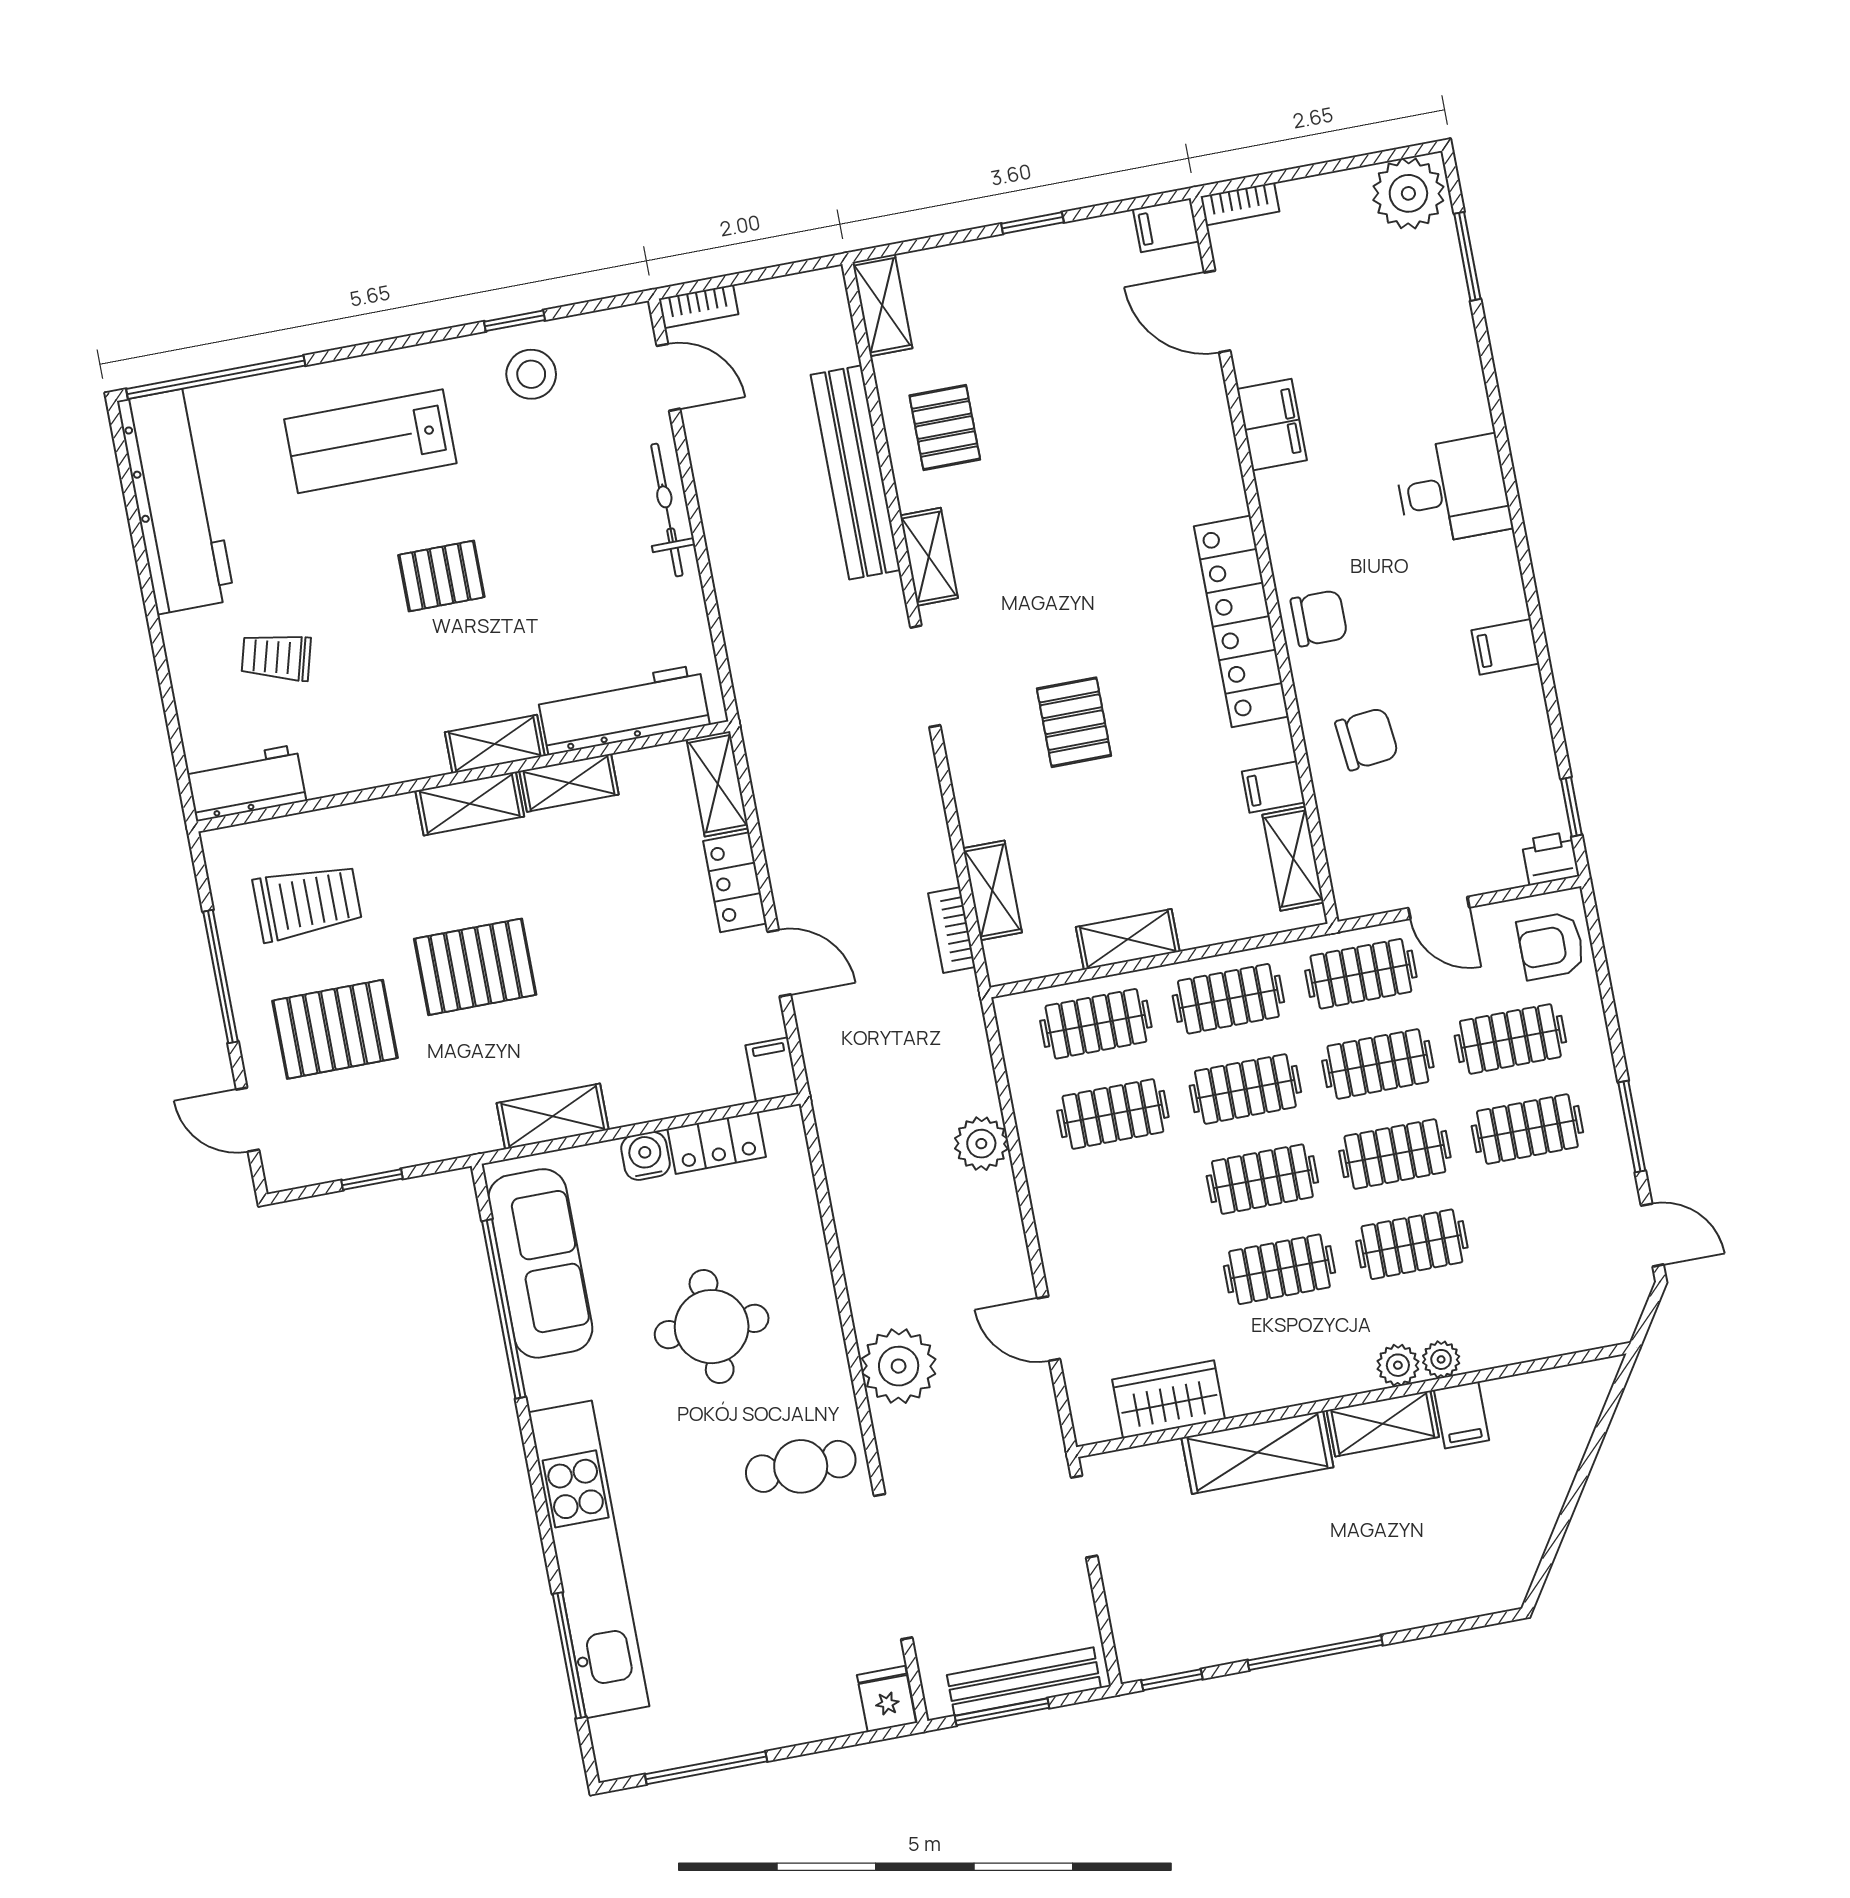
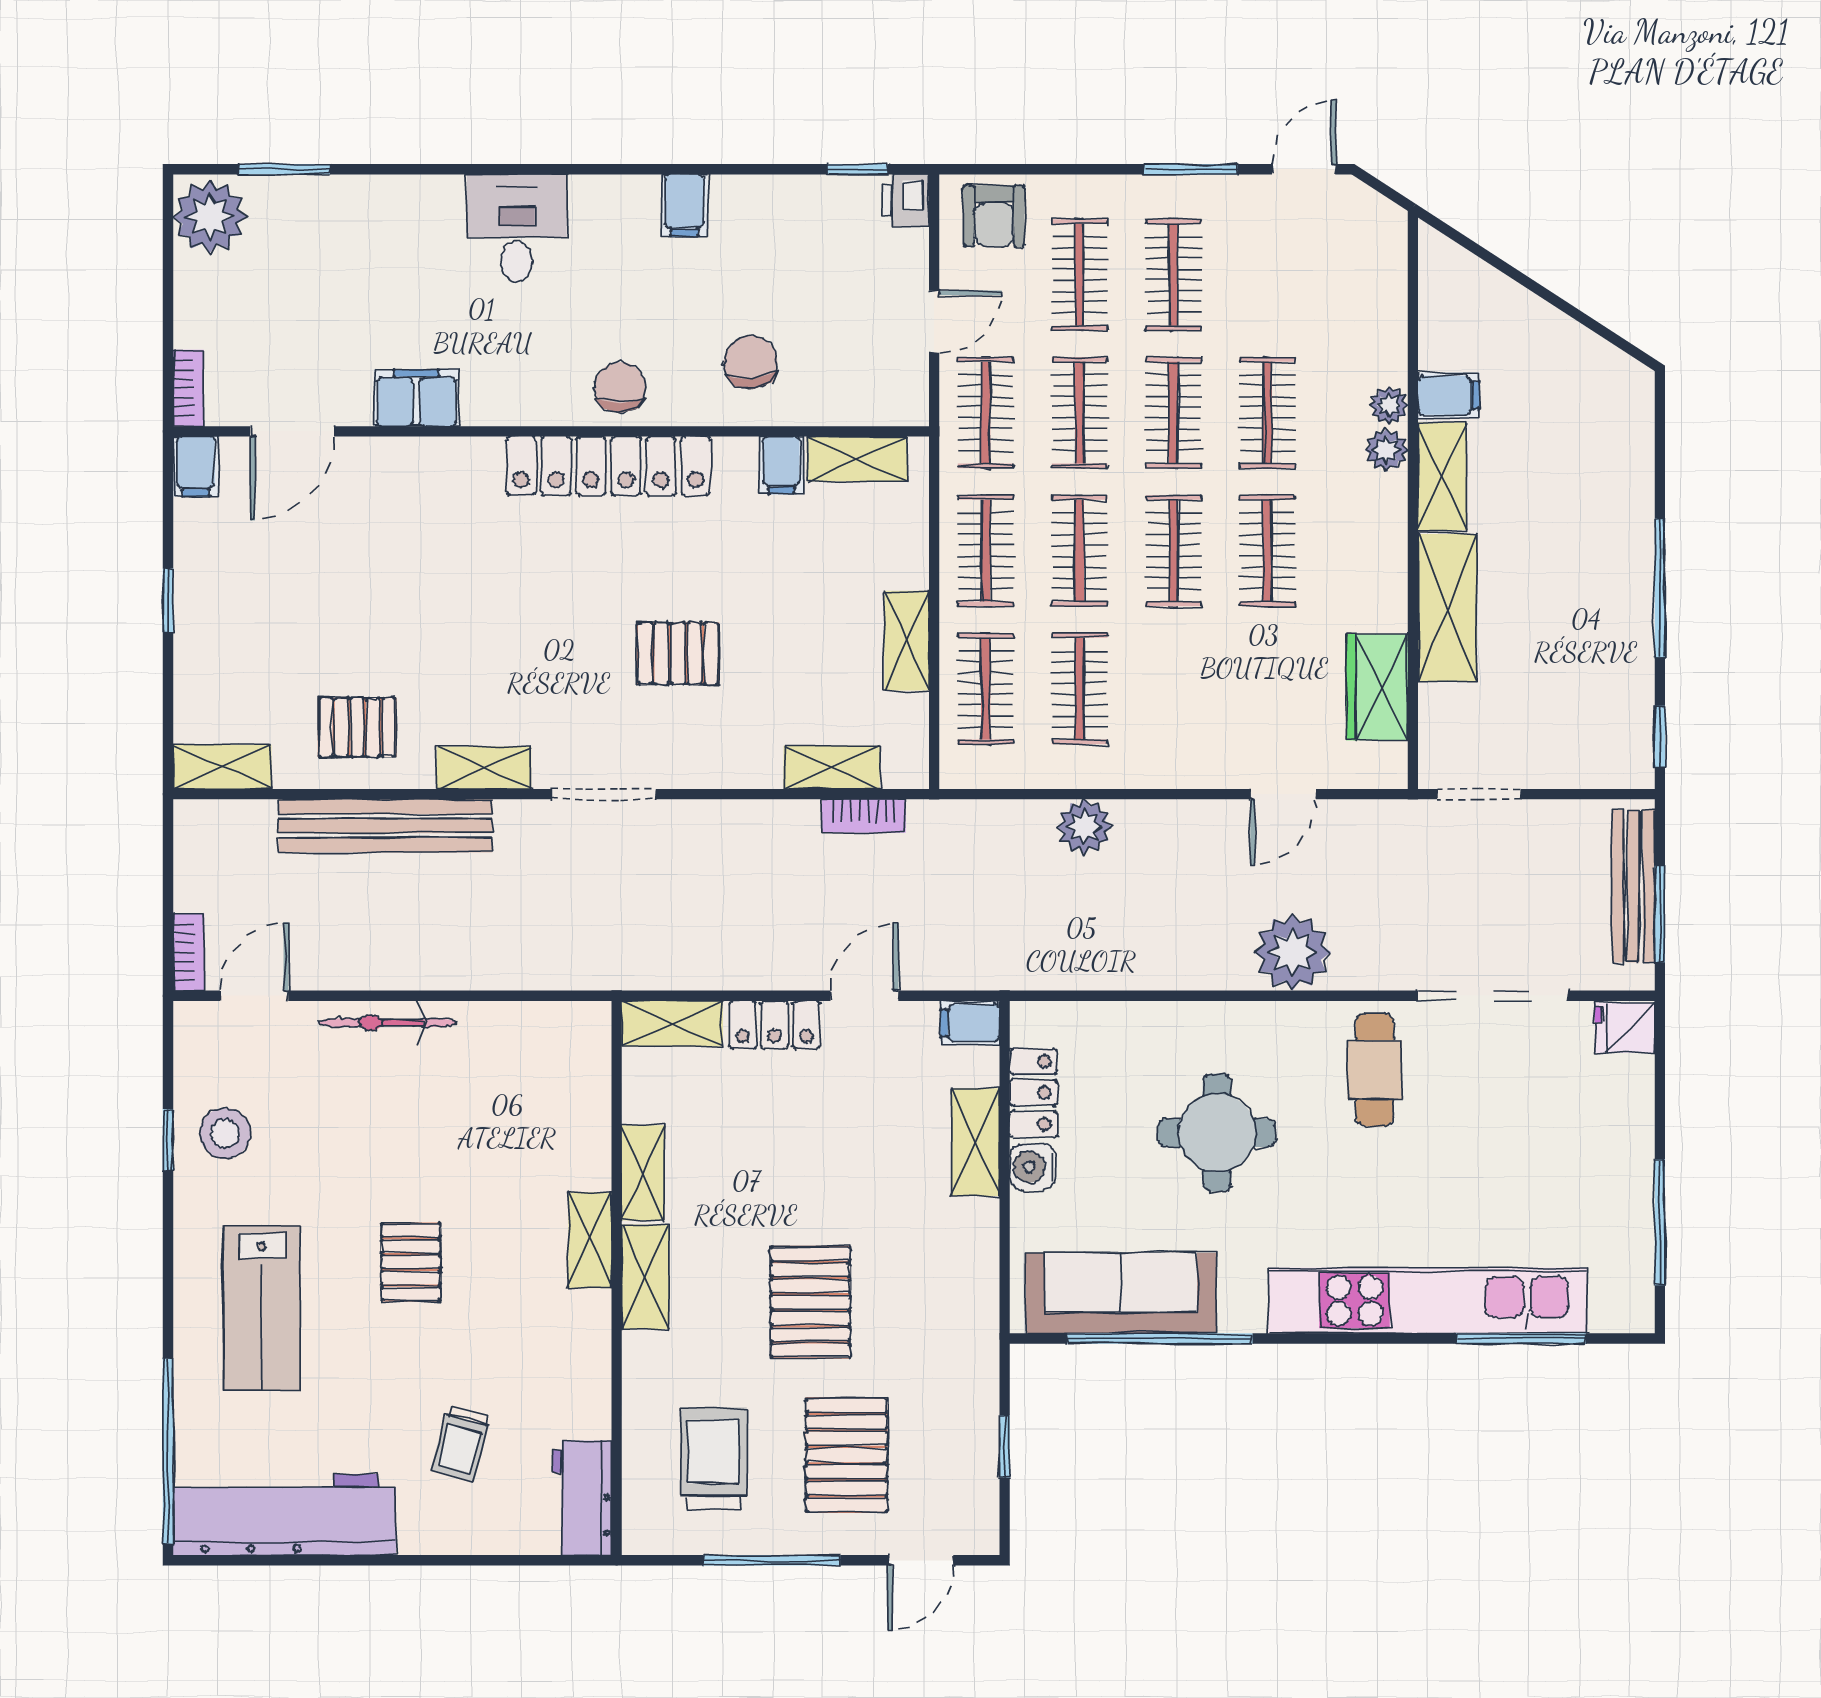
workbench: (623, 710) -> (580, 1104), removed
shelving: (553, 1116) -> (975, 1142), moved

